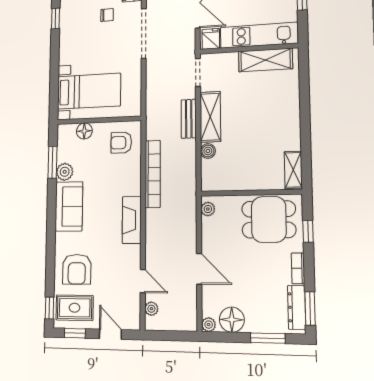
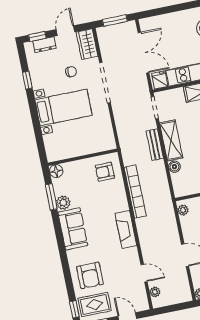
bed with nightstands: (89, 91) -> (63, 107), moved
floor lamp: (84, 131) -> (56, 171), moved

